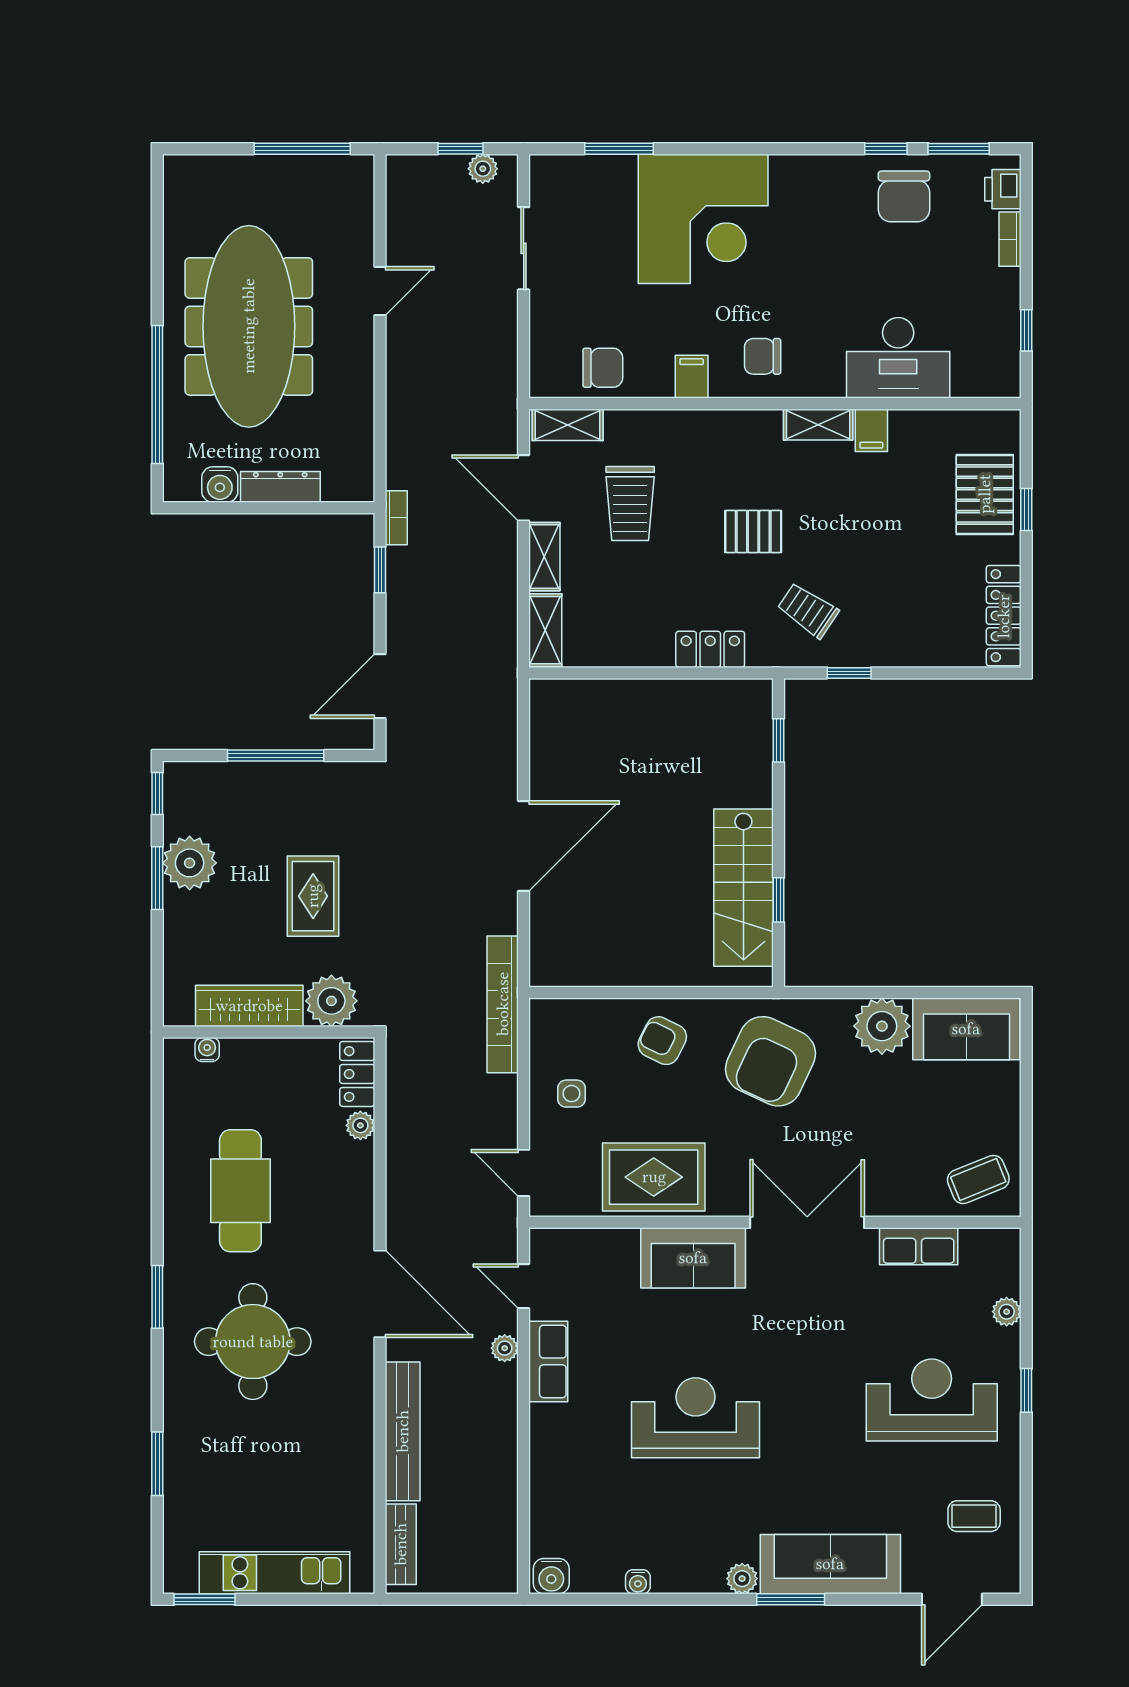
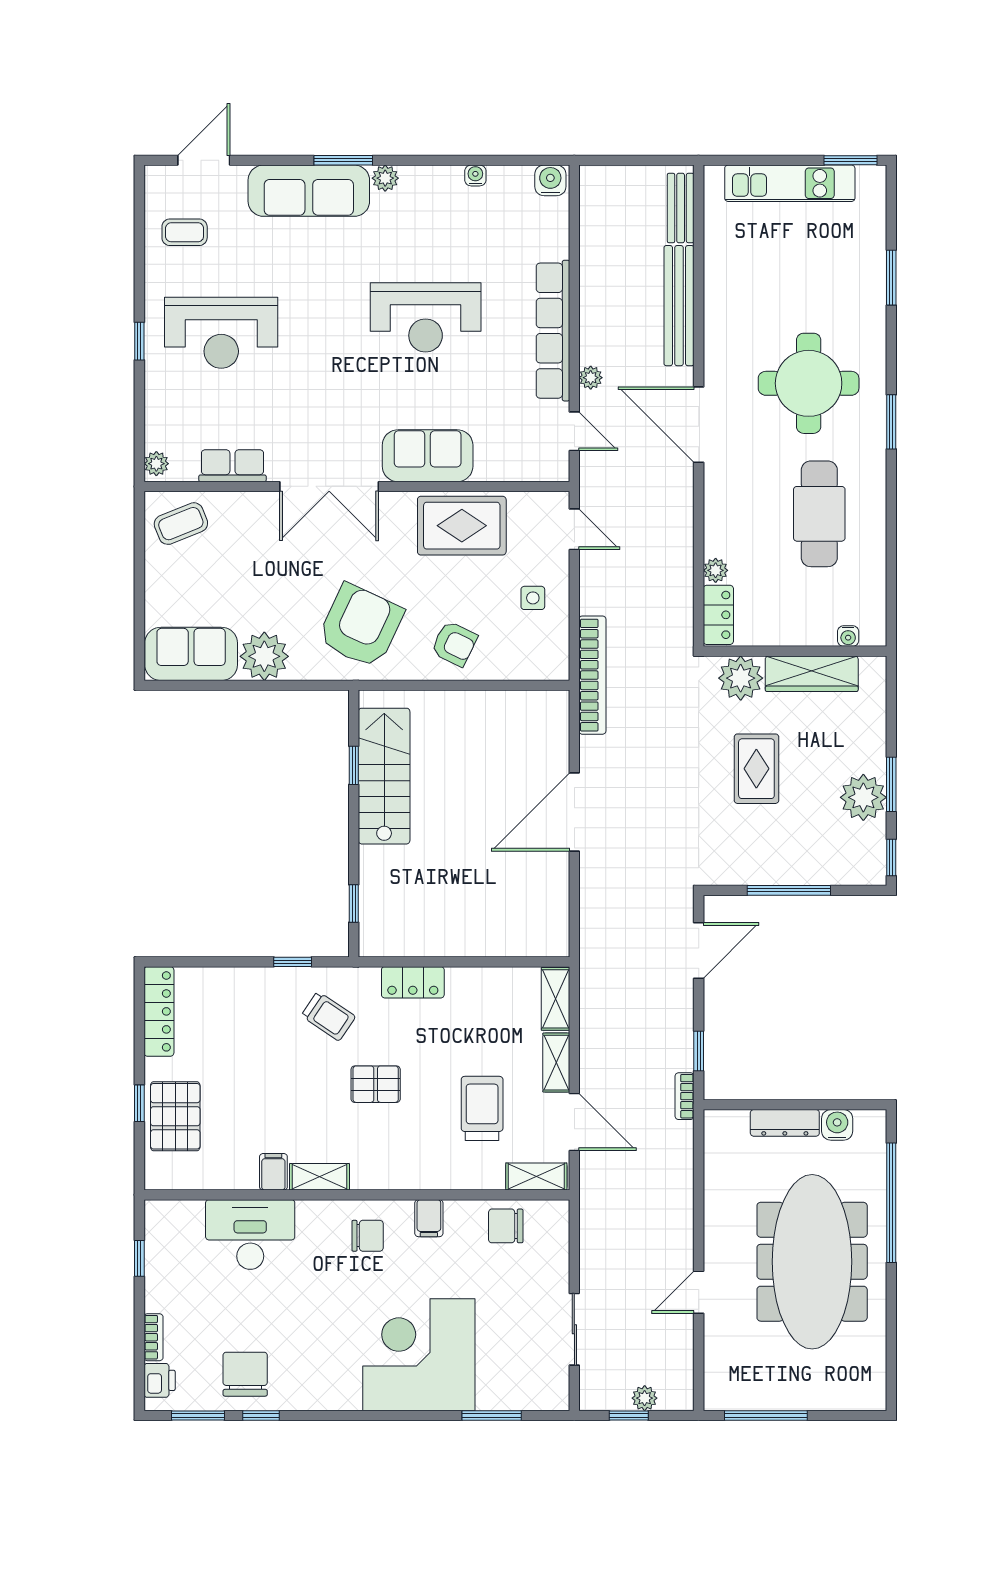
plant: (483, 169) -> (645, 1398), moved
plant: (1007, 1312) -> (156, 464), moved
row of seats: (548, 1361) -> (553, 331), width x2.02

